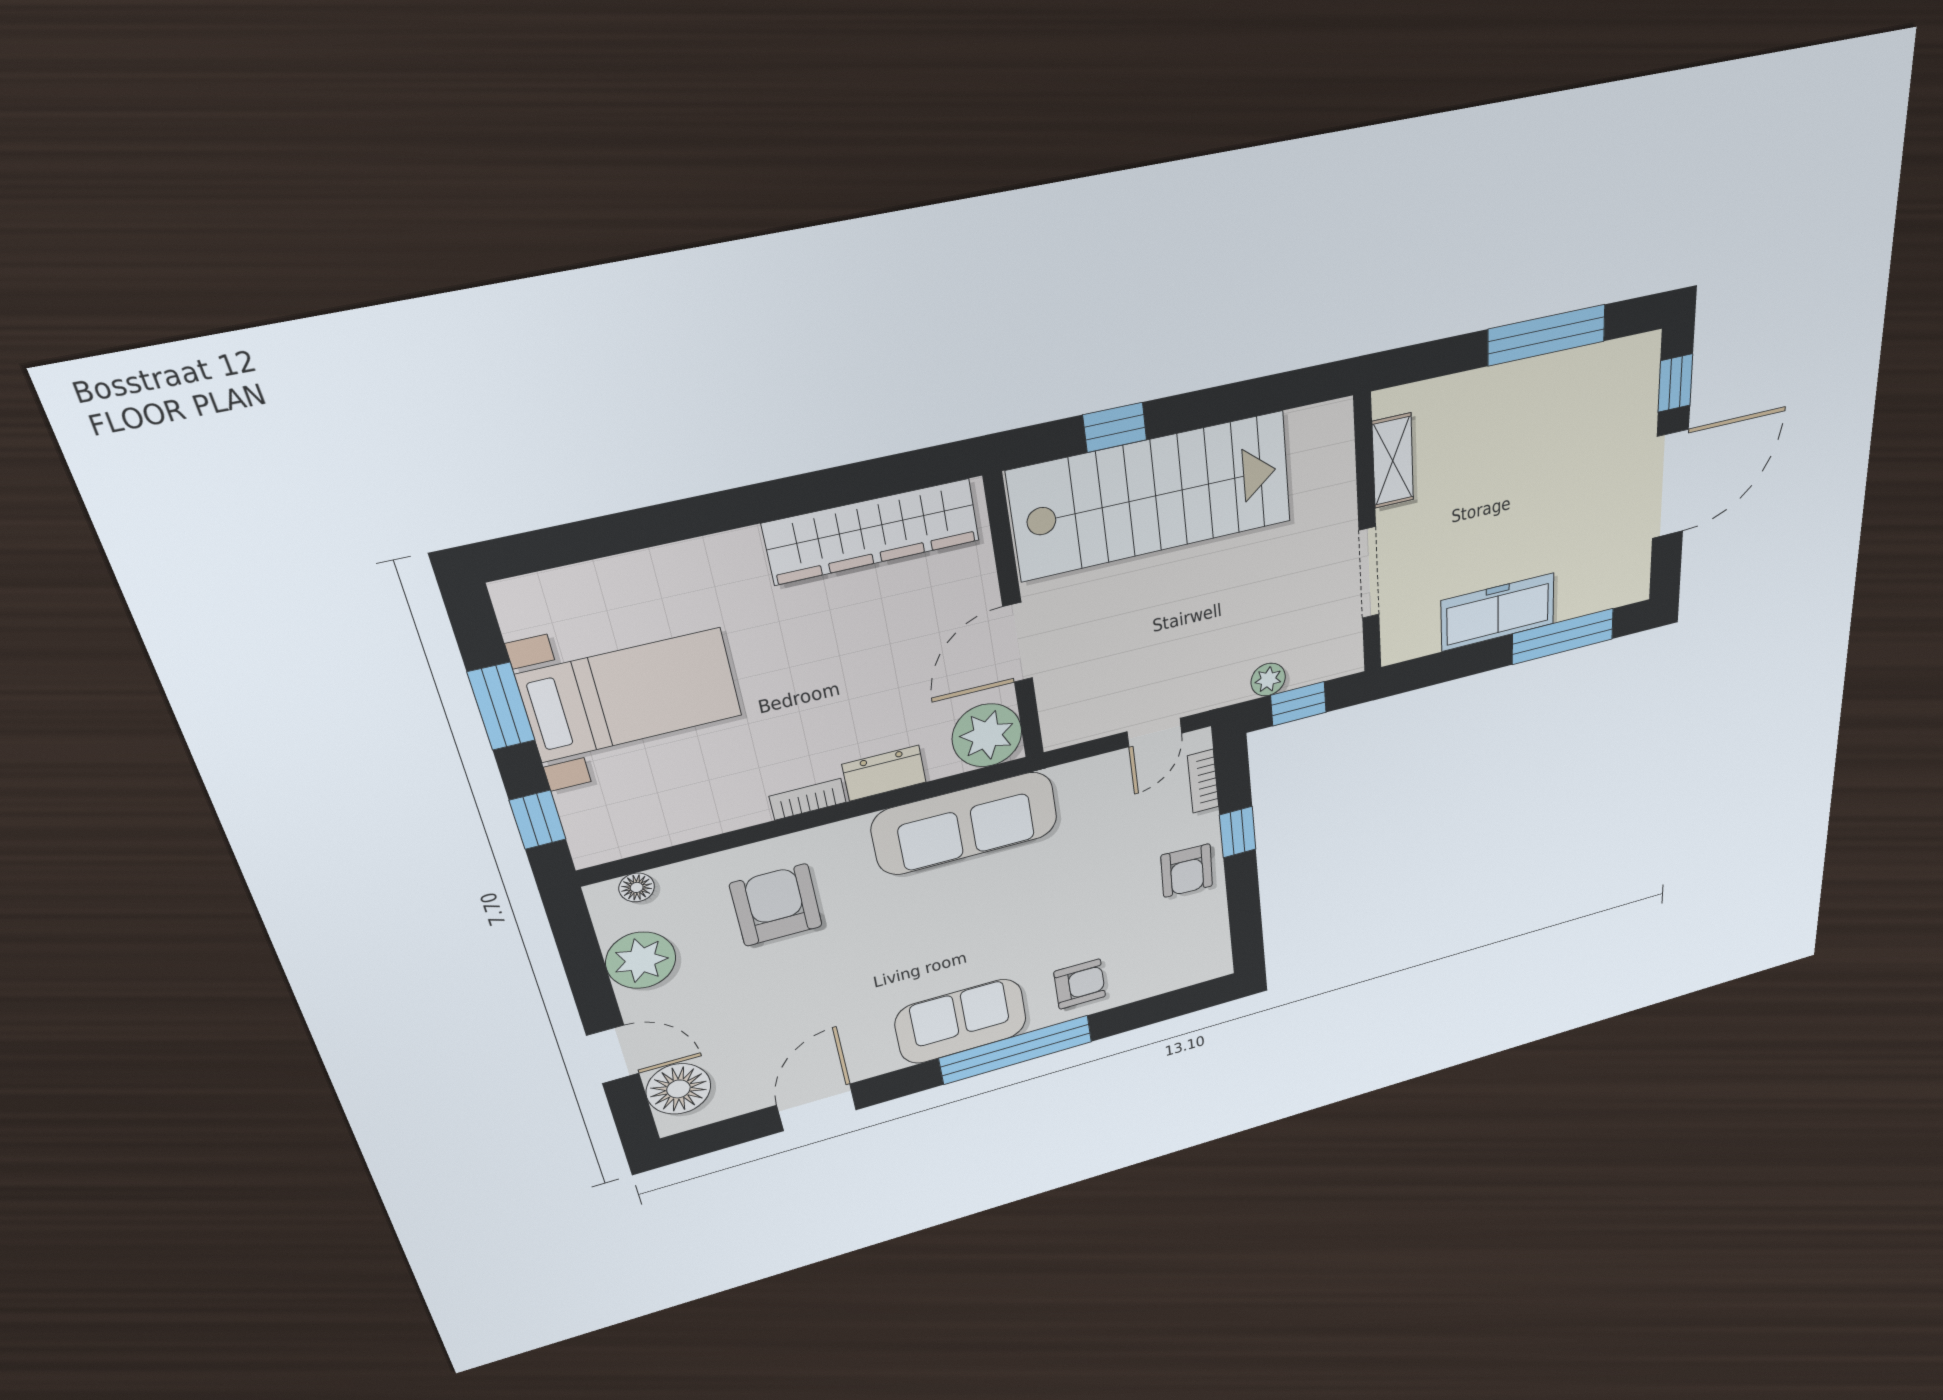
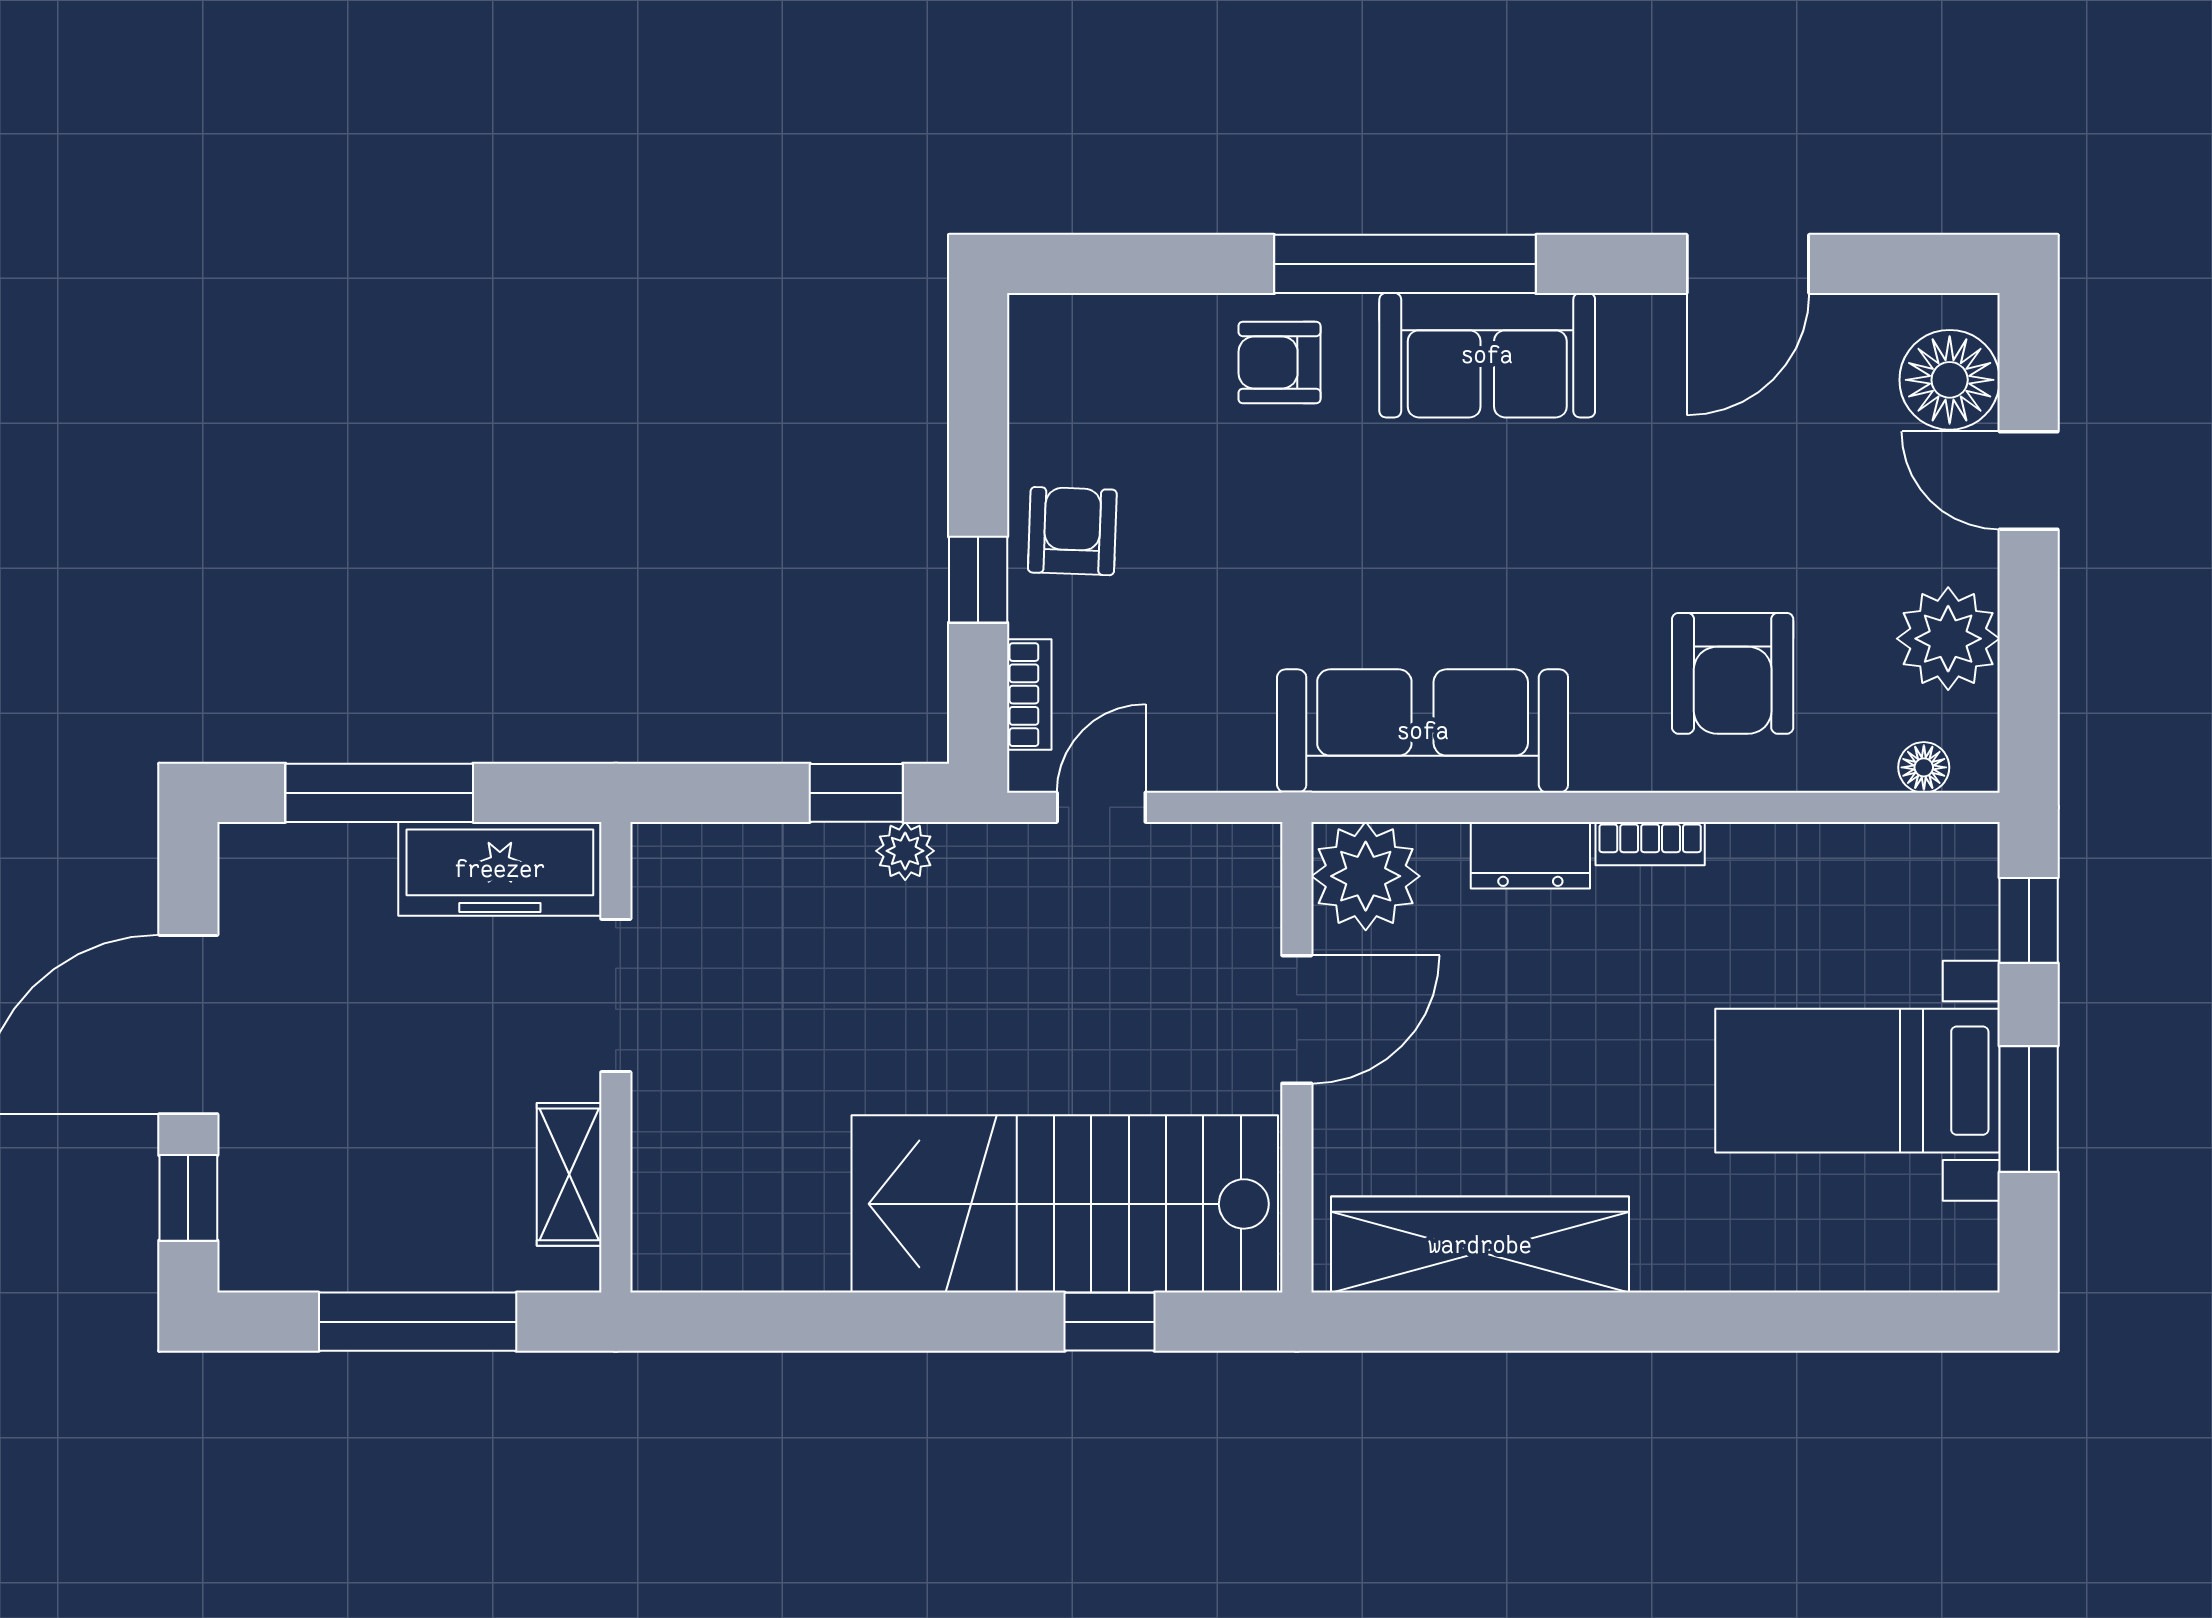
shelving: (1393, 461) -> (569, 1174), moved
wall: (1368, 537) -> (616, 1057), moved
doorway: (1369, 573) -> (616, 996), moved

